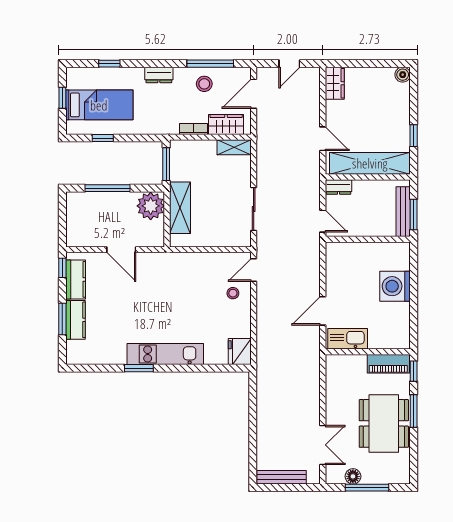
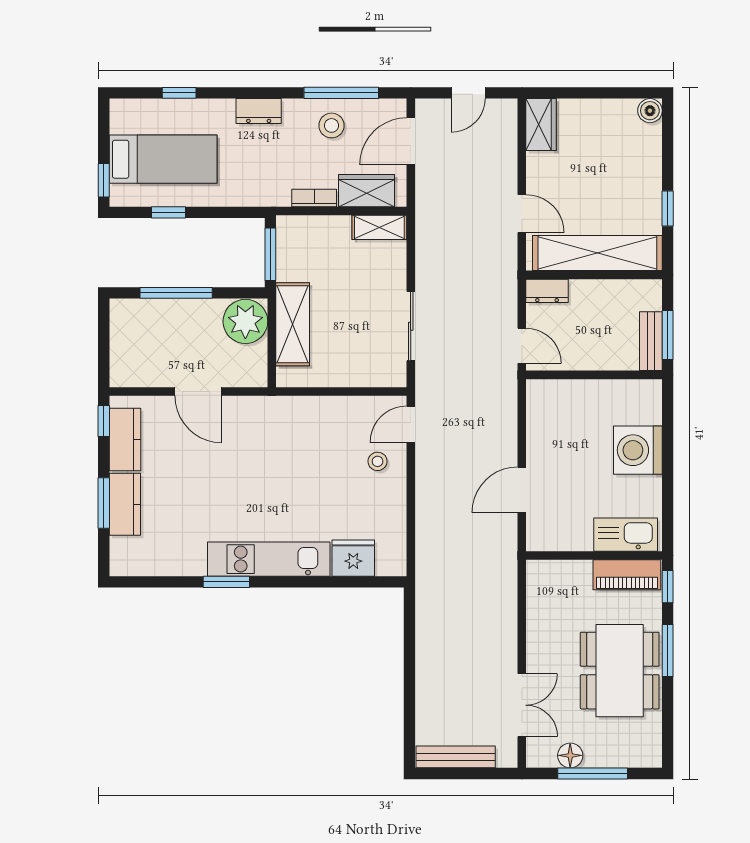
window: (62, 98) -> (104, 180), moved
bench: (403, 212) -> (651, 341), width x0.73
kitchen sink: (348, 339) -> (626, 535), moved
fridge: (240, 352) -> (353, 558), moved, turned 90

